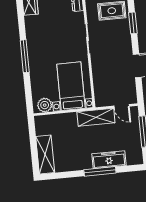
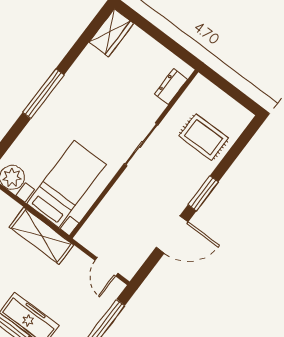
window: (133, 23) -> (203, 193), moved
shelving: (96, 117) -> (41, 236), moved

